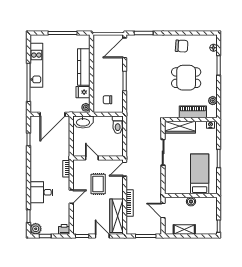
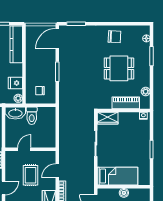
kitchen counter: (84, 67) -> (16, 44), moved
toilet: (118, 125) -> (32, 116), moved
wardrobe: (180, 127) -> (108, 118), width x0.67
door: (92, 158) -> (24, 149), hinge flipped
door: (125, 169) -> (57, 171), moved
bed: (200, 174) -> (117, 176), moved, turned 90

